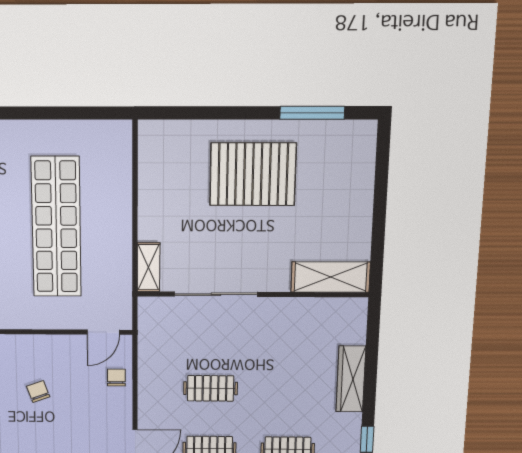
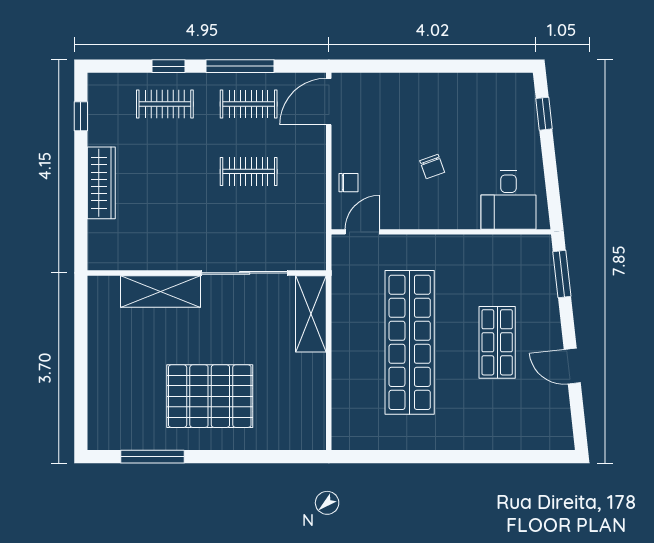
shelving: (149, 267) -> (311, 314), width x1.50, depth x1.33
shelving: (331, 277) -> (161, 291), moved
chair: (116, 378) -> (348, 183), turned -90

